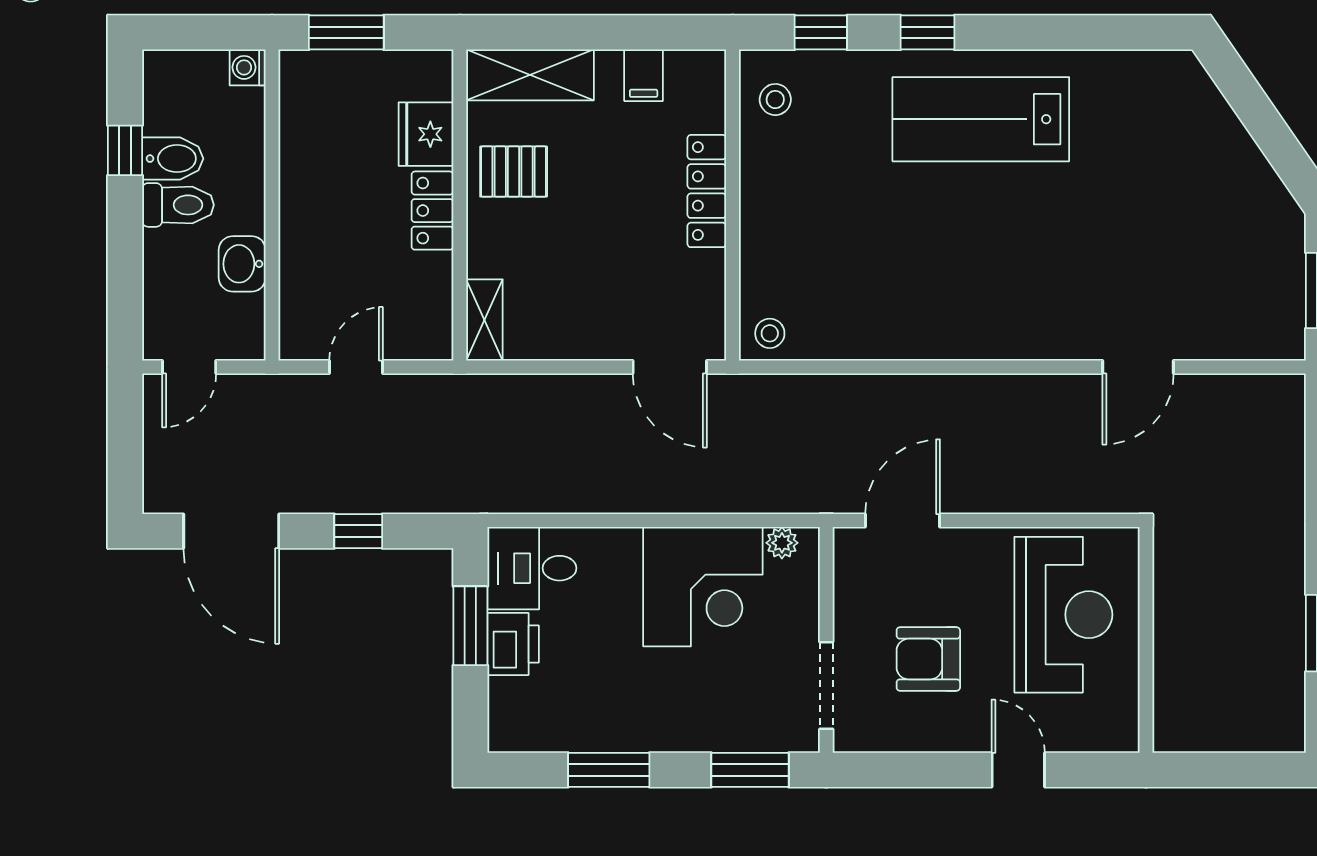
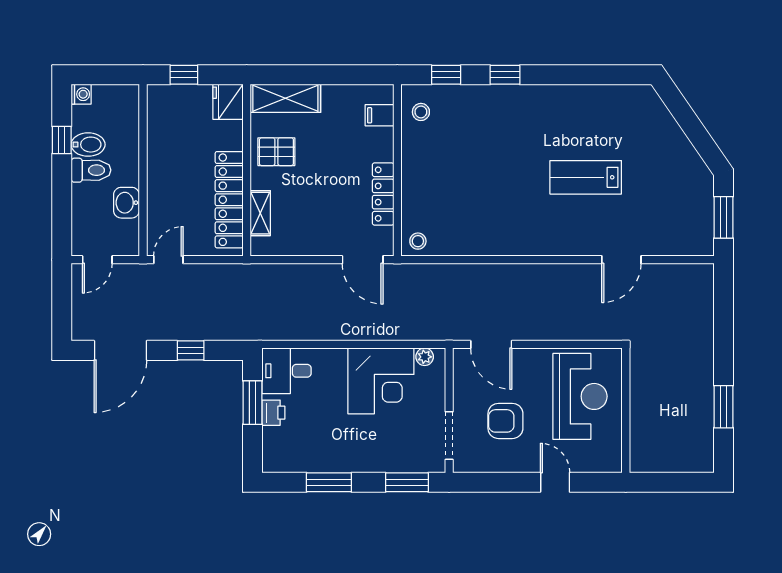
window: (346, 32) -> (184, 75), width x0.67
washing machine: (248, 67) -> (81, 94), moved, turned 180
filing cabinet: (644, 75) -> (380, 115), moved, turned 90
lab bench: (981, 119) -> (586, 177), moved, width x0.73, depth x0.72
fridge: (426, 134) -> (228, 102), moved
locker: (707, 191) -> (383, 194), moved
locker: (432, 211) -> (229, 200), width x2.16, depth x1.21
shelving: (484, 320) -> (260, 213), moved
door: (356, 367) -> (168, 260), moved
door: (903, 521) -> (491, 344), swing flipped
door: (231, 531) -> (120, 350), hinge flipped
printer: (513, 644) -> (273, 413), width x0.73, depth x0.81

